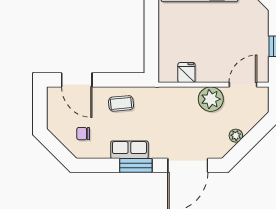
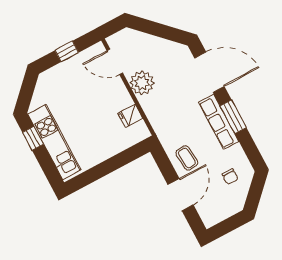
door: (77, 80) -> (181, 195), moved
plant: (236, 136) -> (162, 45), removed
row of seats: (129, 150) -> (219, 122), width x1.48

